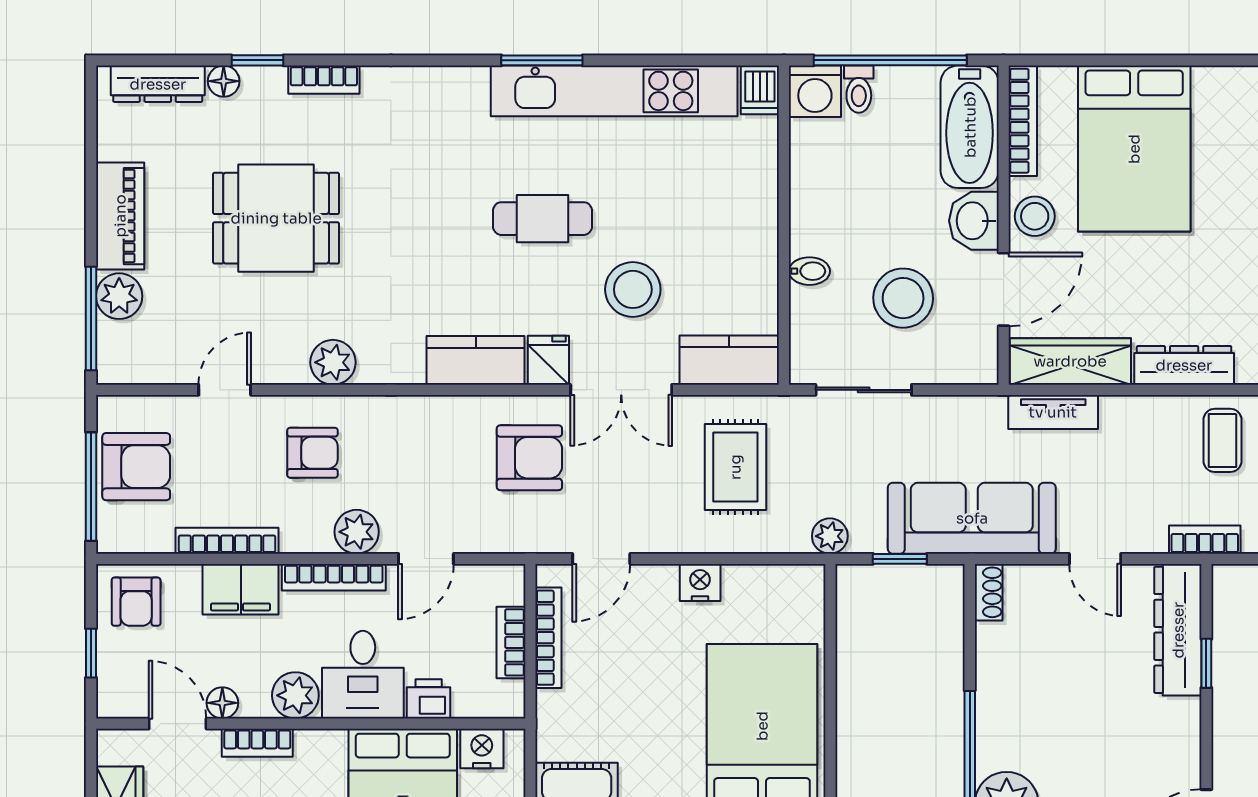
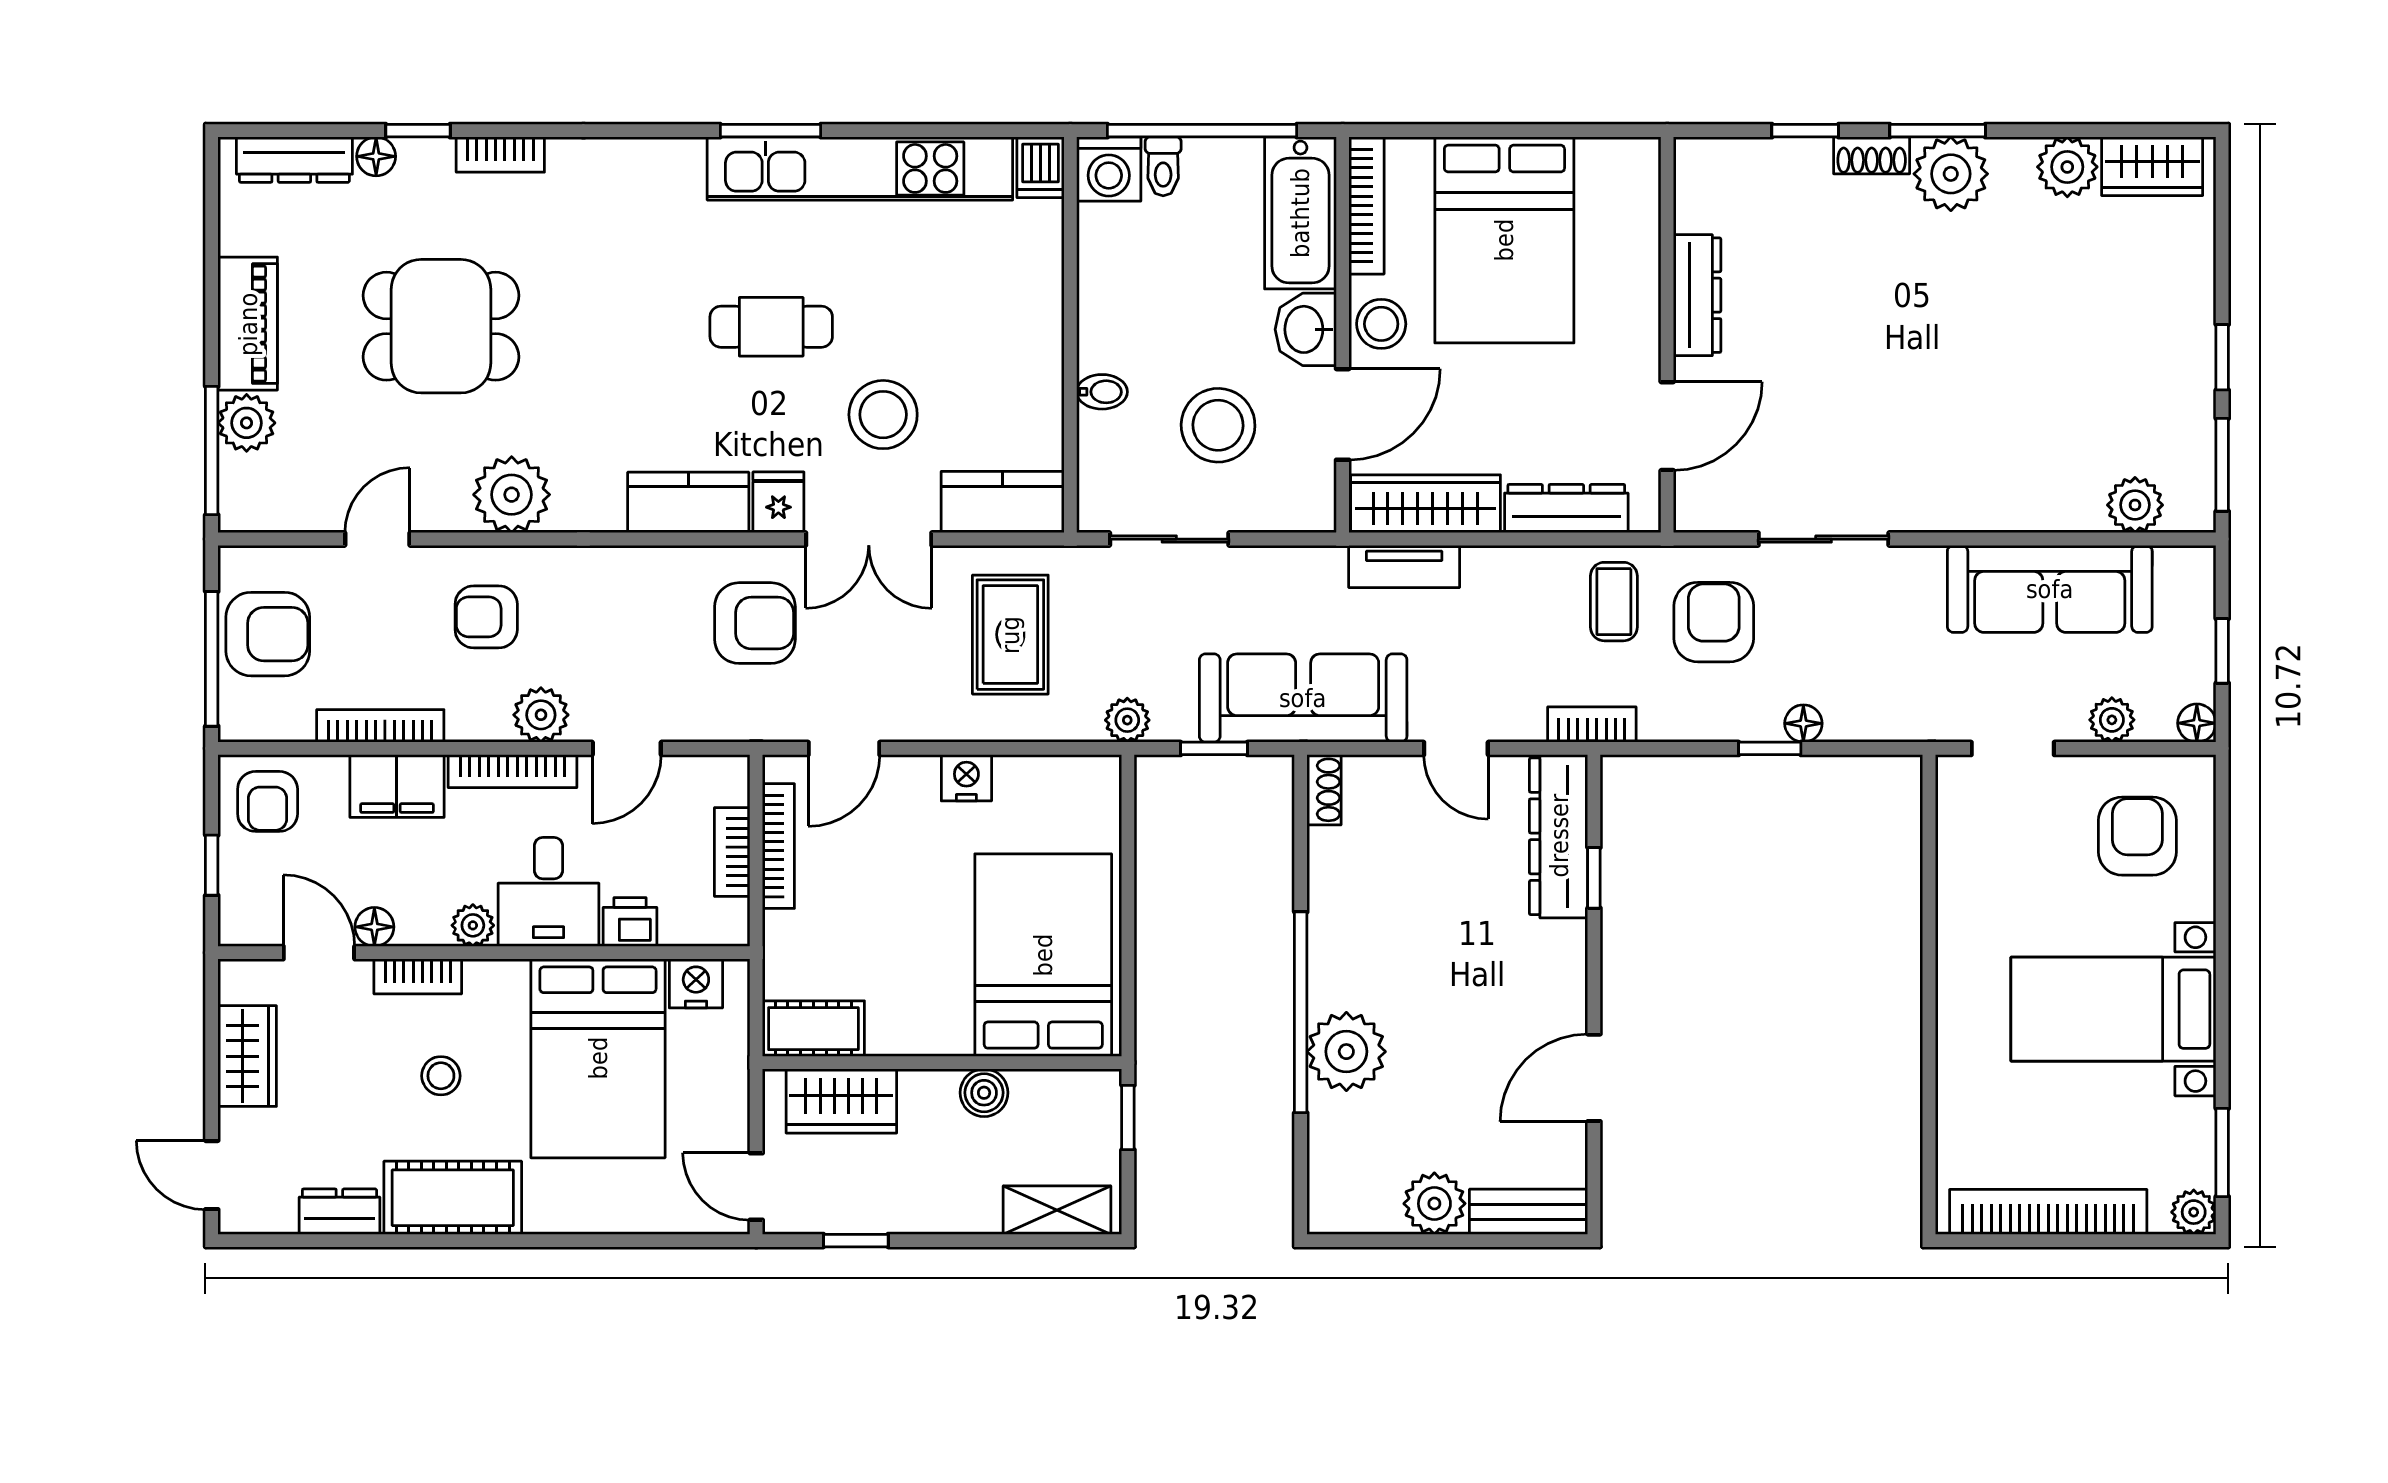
plant: (333, 362) -> (512, 495), width x1.36, depth x1.36
armchair: (312, 453) -> (486, 617), turned 180
plant: (295, 695) -> (473, 925), width x0.73, depth x0.73

